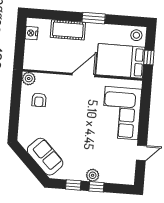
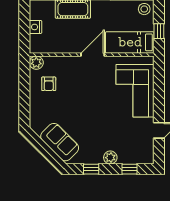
nightstand: (32, 33) -> (36, 27), moved
bed: (120, 61) -> (130, 42), width x0.67
window: (96, 187) -> (130, 169), moved

